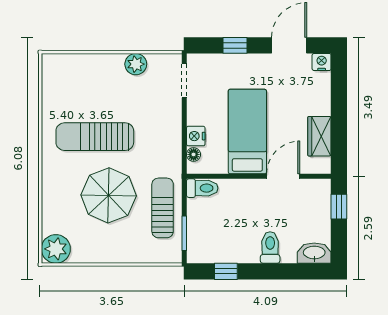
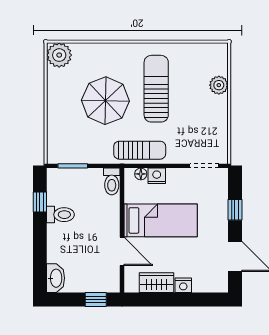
nightstand: (322, 62) -> (183, 285), moved, turned 90
plant: (136, 64) -> (219, 85), moved
sun lounger: (163, 208) -> (140, 150), moved
toilet: (270, 247) -> (60, 215), moved

